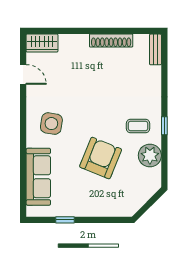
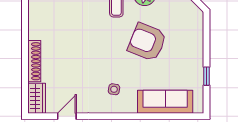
shoe rack: (111, 40) -> (34, 61), moved
side table: (51, 124) -> (114, 89), width x0.54, depth x0.54

